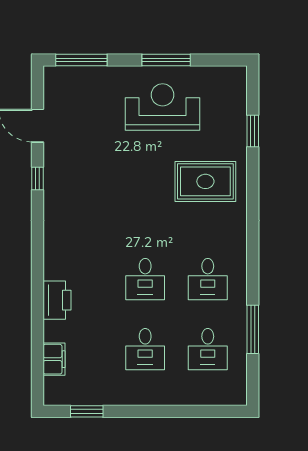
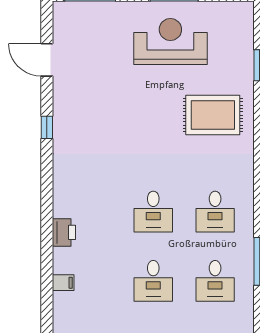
window: (38, 179) -> (47, 127), moved
printer: (57, 300) -> (64, 232), width x0.73, depth x0.84
filing cabinet: (54, 359) -> (63, 283), width x0.50

